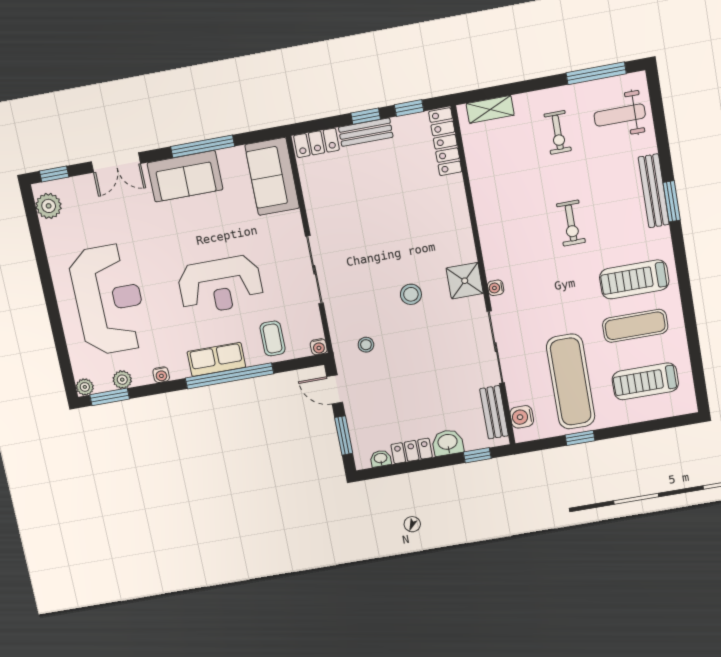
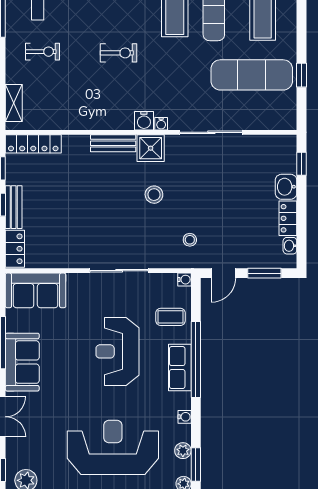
reception desk: (220, 285) -> (118, 351), turned 180
bench: (494, 412) -> (113, 143), moved
water cooler: (522, 417) -> (144, 121), moved

